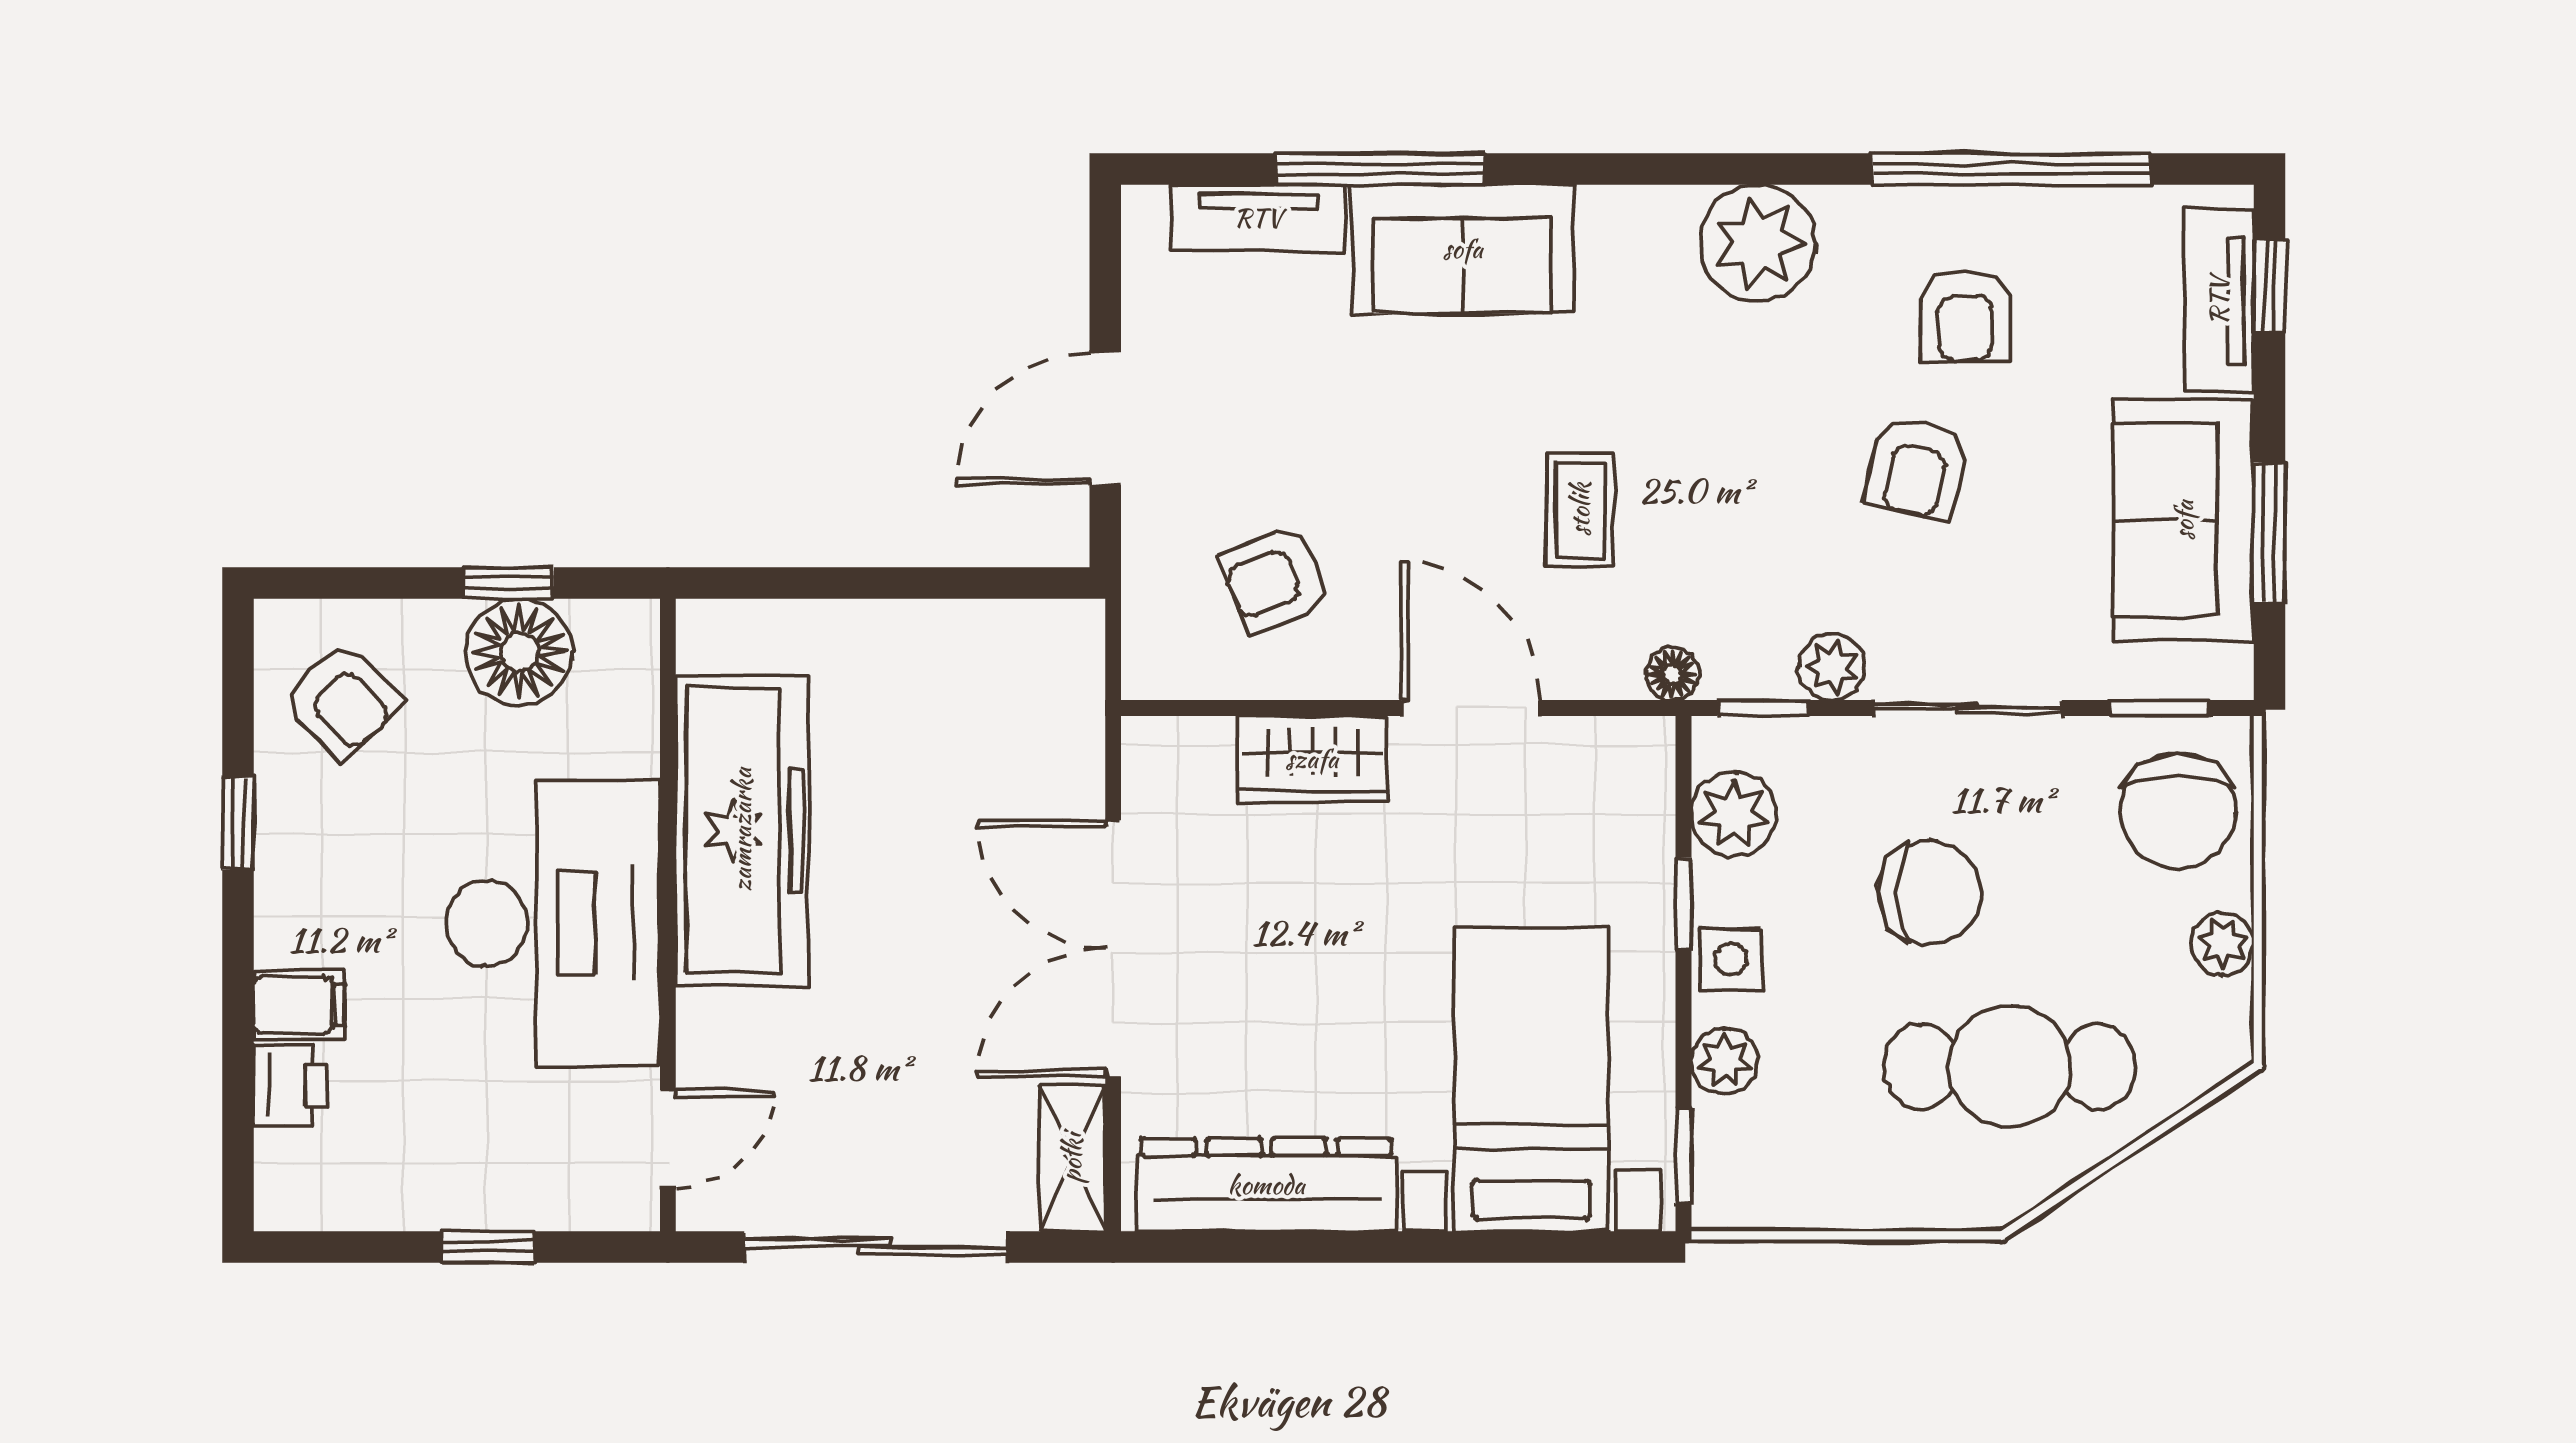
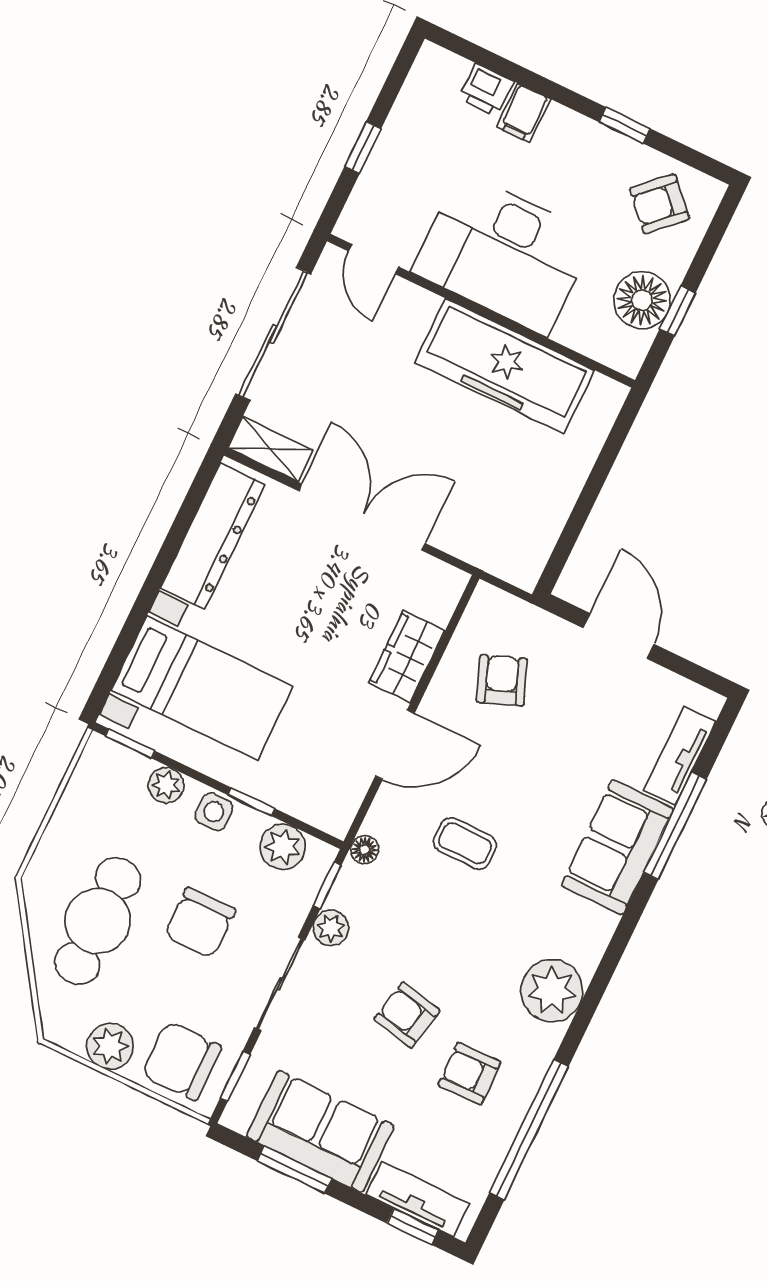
plant: (2223, 944) -> (110, 1046), width x1.38, depth x1.38

